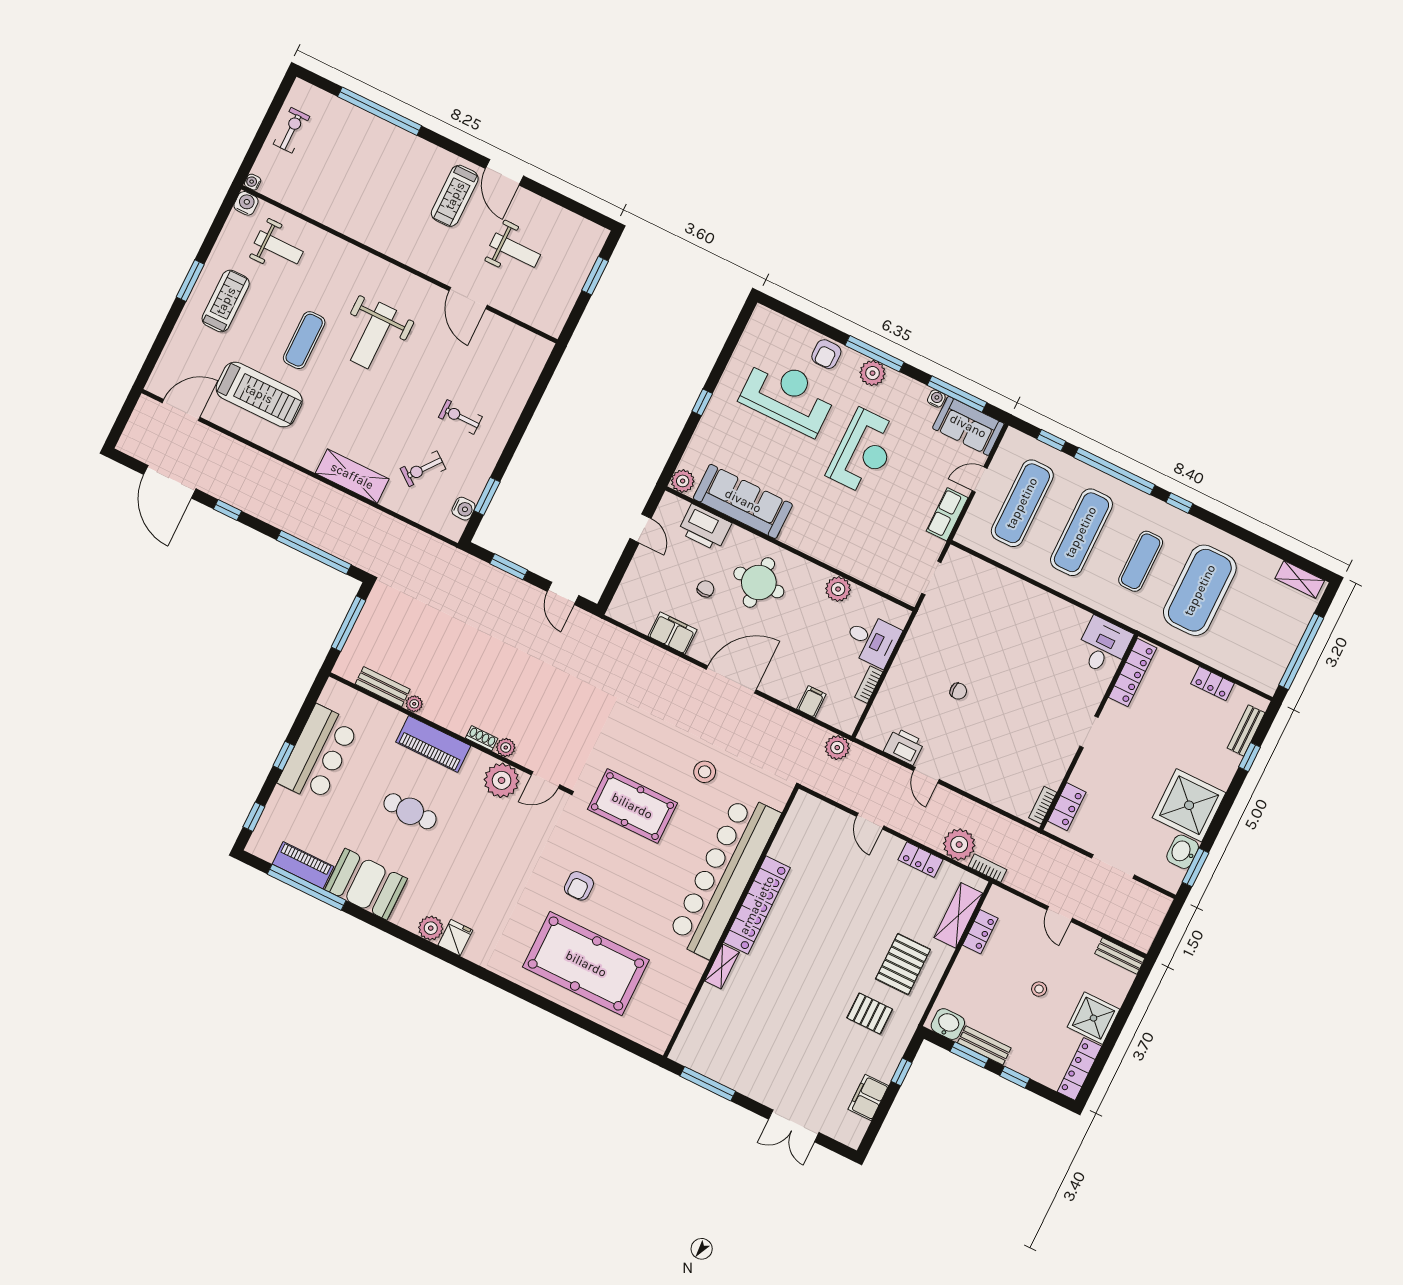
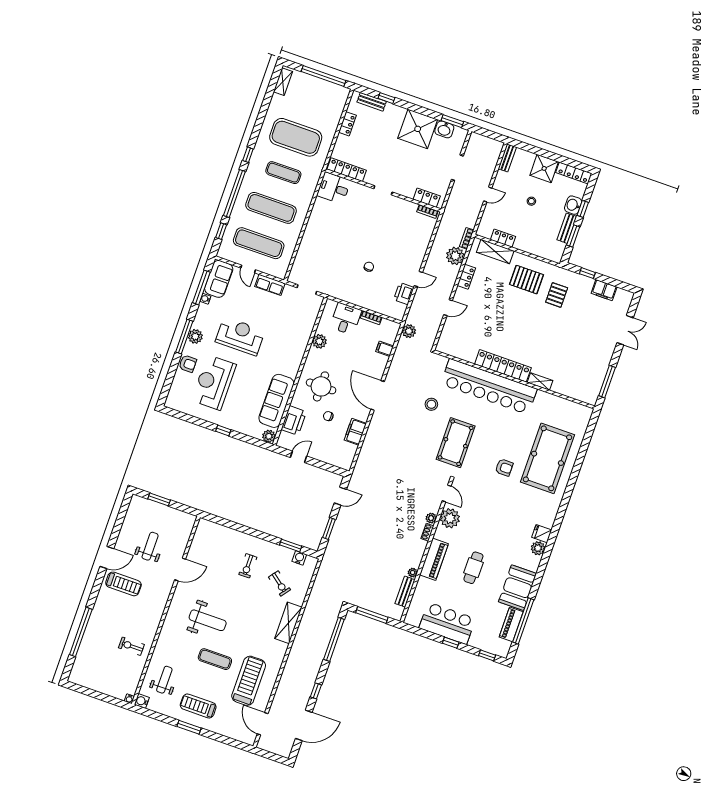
exercise bike: (291, 130) -> (131, 646), moved
washbasin: (948, 1024) -> (573, 205), moved

